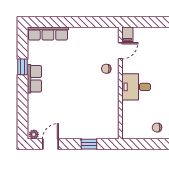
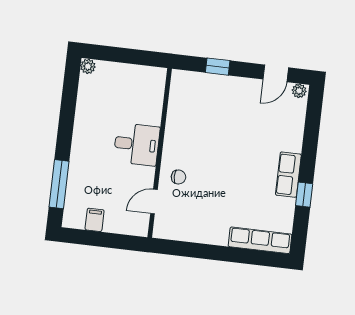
filing cabinet: (127, 34) -> (95, 220), moved
chair: (157, 128) -> (113, 79), removed

